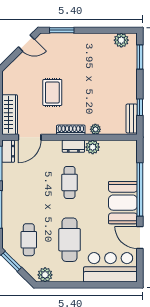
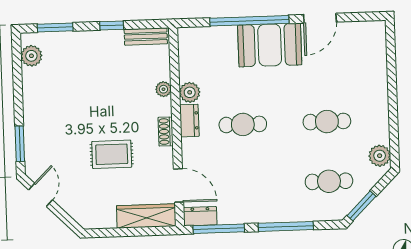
window: (140, 107) -> (112, 26), moved
shoe rack: (71, 130) -> (166, 132), width x0.70
cafe table: (70, 240) -> (327, 122), width x0.73, depth x0.74
bar counter: (110, 267) -> (365, 60), removed

